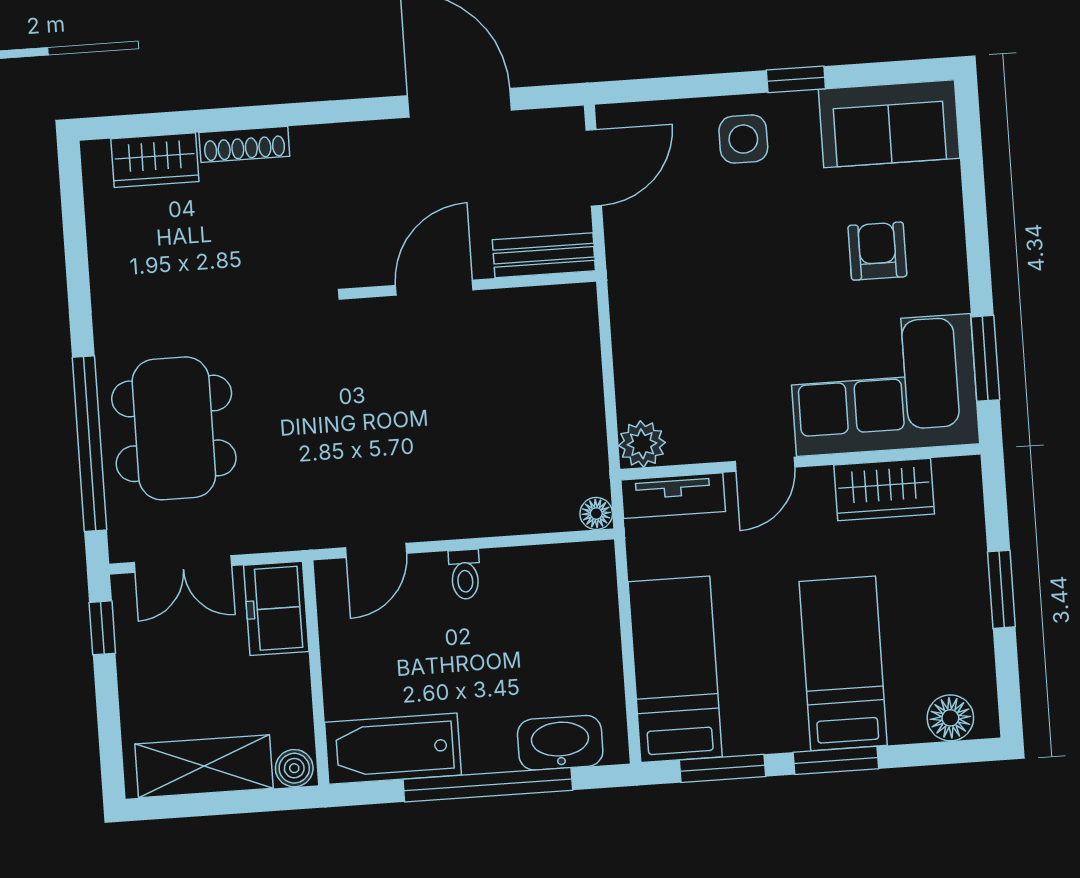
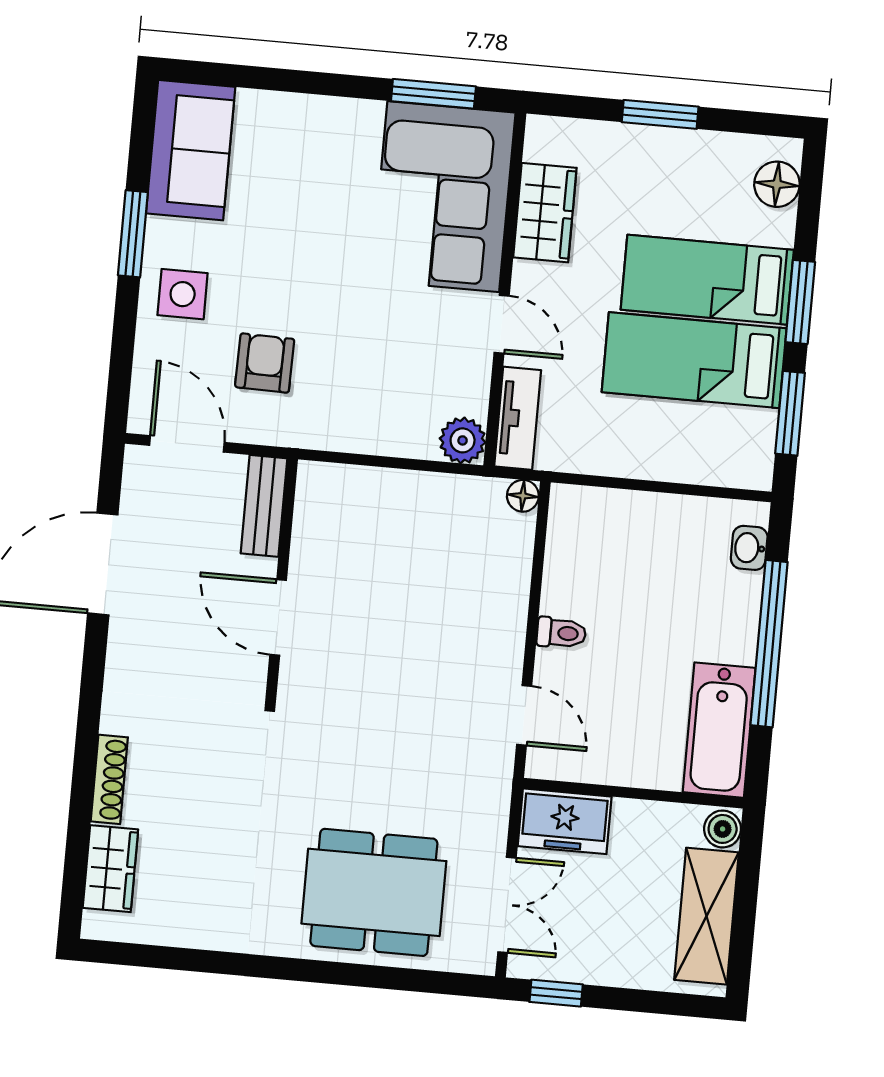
window: (796, 79) -> (133, 234), width x1.50
armchair: (877, 251) -> (265, 363), moved, turned 91
window: (89, 444) -> (375, 977), removed
bed: (675, 669) -> (694, 360), moved
washbasin: (560, 743) -> (749, 548), width x0.52, depth x0.69

